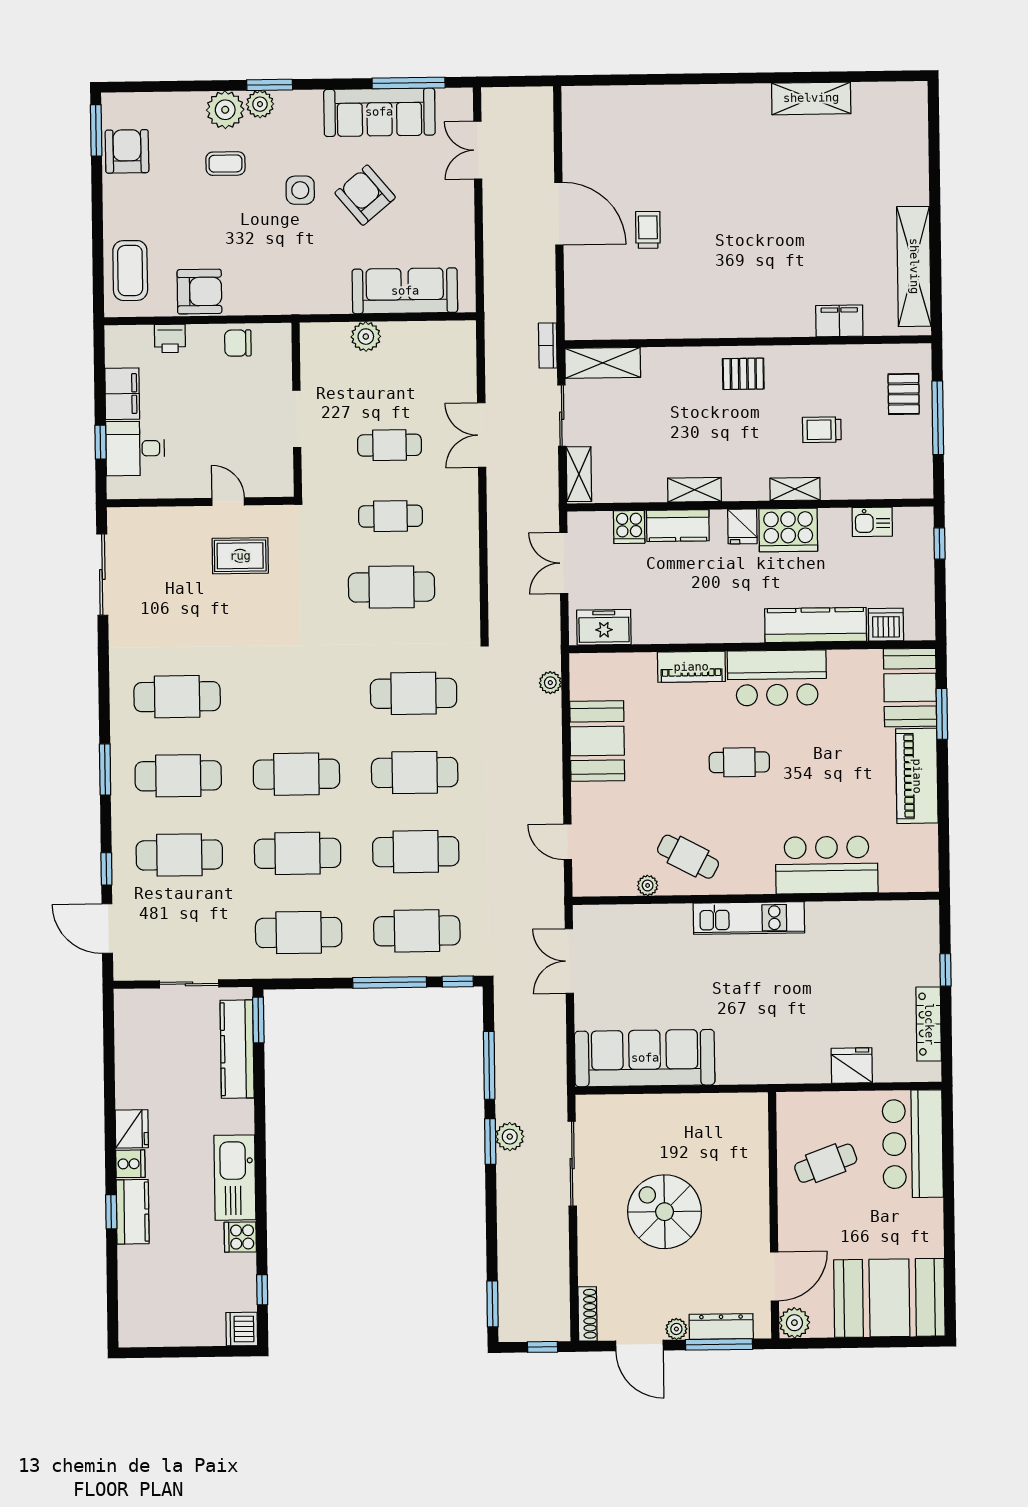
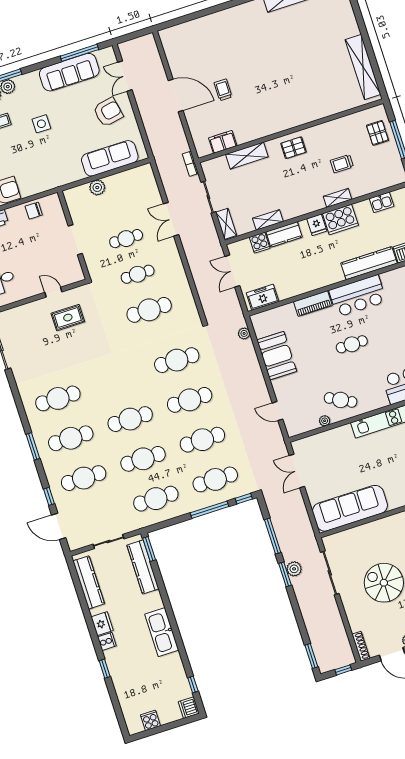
armchair: (365, 195) -> (108, 112), moved, turned 119
filing cabinet: (839, 321) -> (223, 142), moved
shelving: (603, 363) -> (247, 156), moved
shelving: (694, 490) -> (268, 220), moved
kitchen counter: (133, 1212) -> (89, 582), moved, width x1.50
cooker: (240, 1237) -> (150, 720), moved, turned 90

